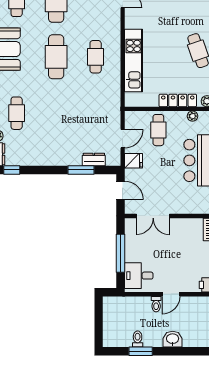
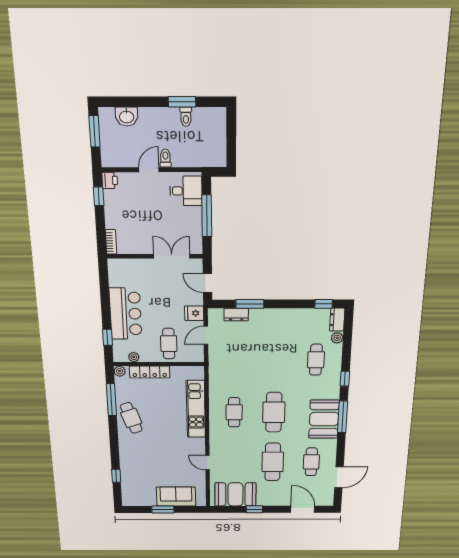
washbasin: (173, 339) -> (127, 116), moved

